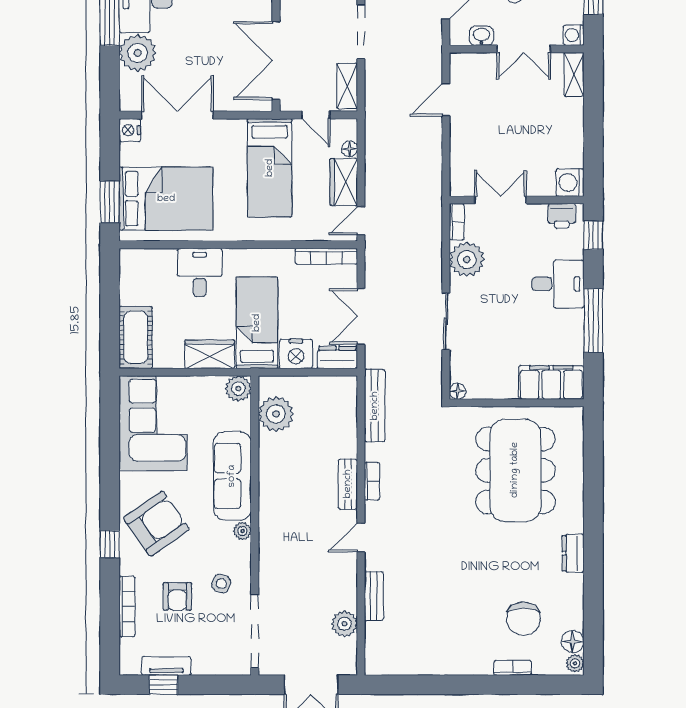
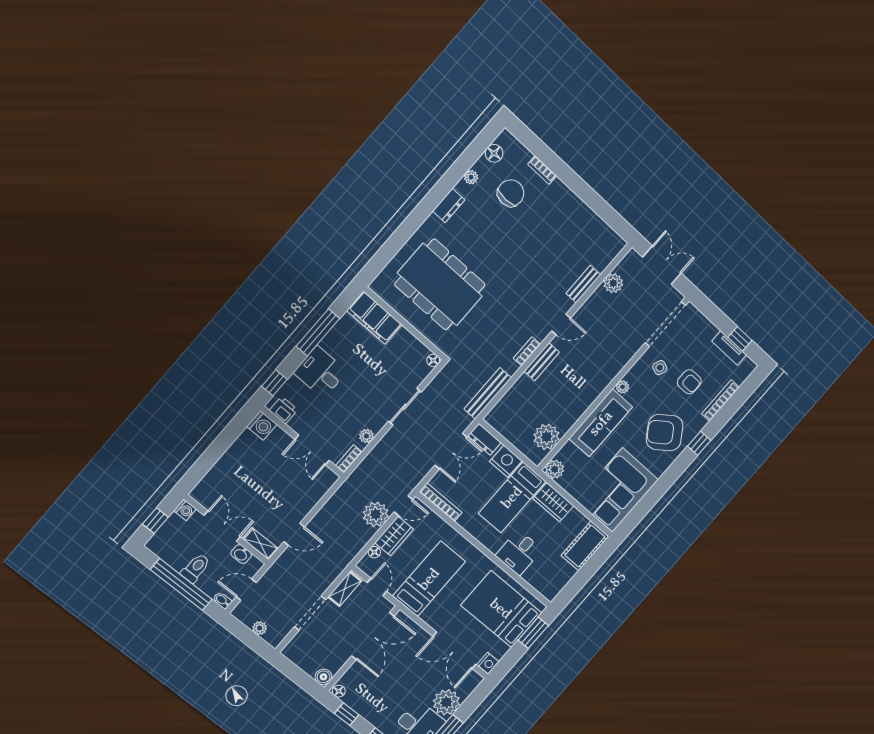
shelving: (574, 74) -> (260, 544), moved, turned 90
plant: (382, 188) -> (376, 514), added
plant: (467, 259) -> (366, 436), width x0.53, depth x0.53
dining table: (515, 470) -> (440, 285), turned 90
armchair: (177, 596) -> (689, 382), turned 90
plant: (575, 663) -> (471, 177), moved

